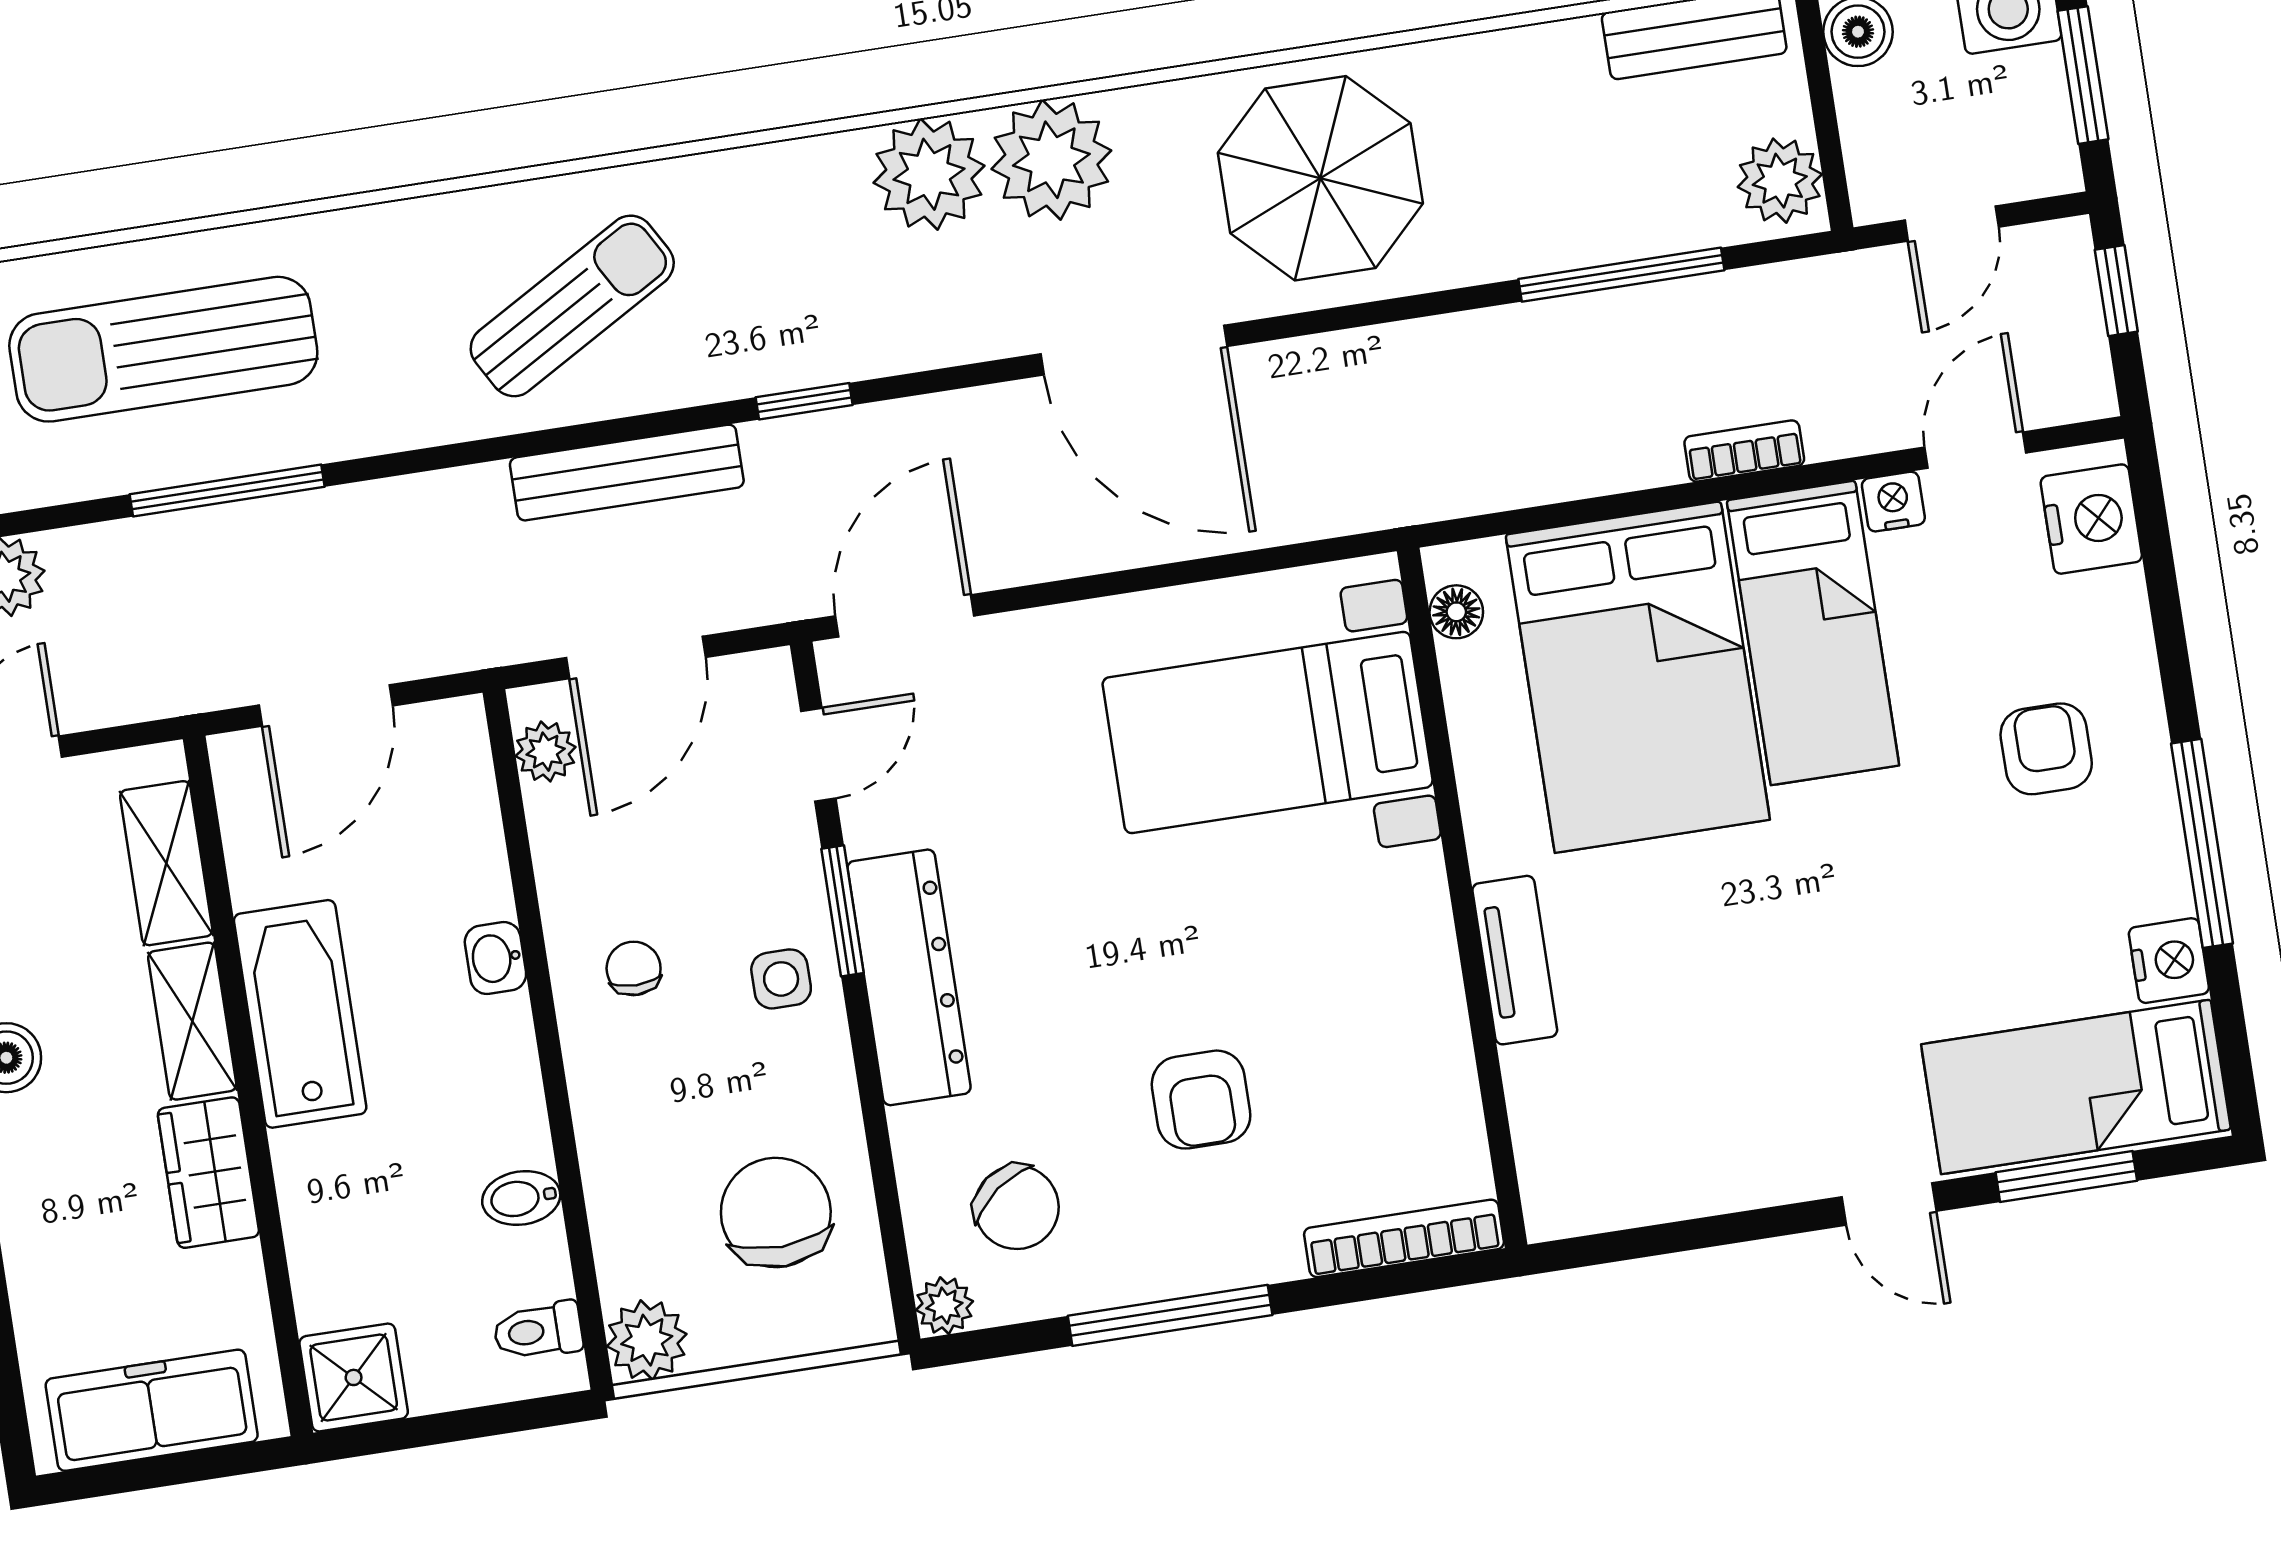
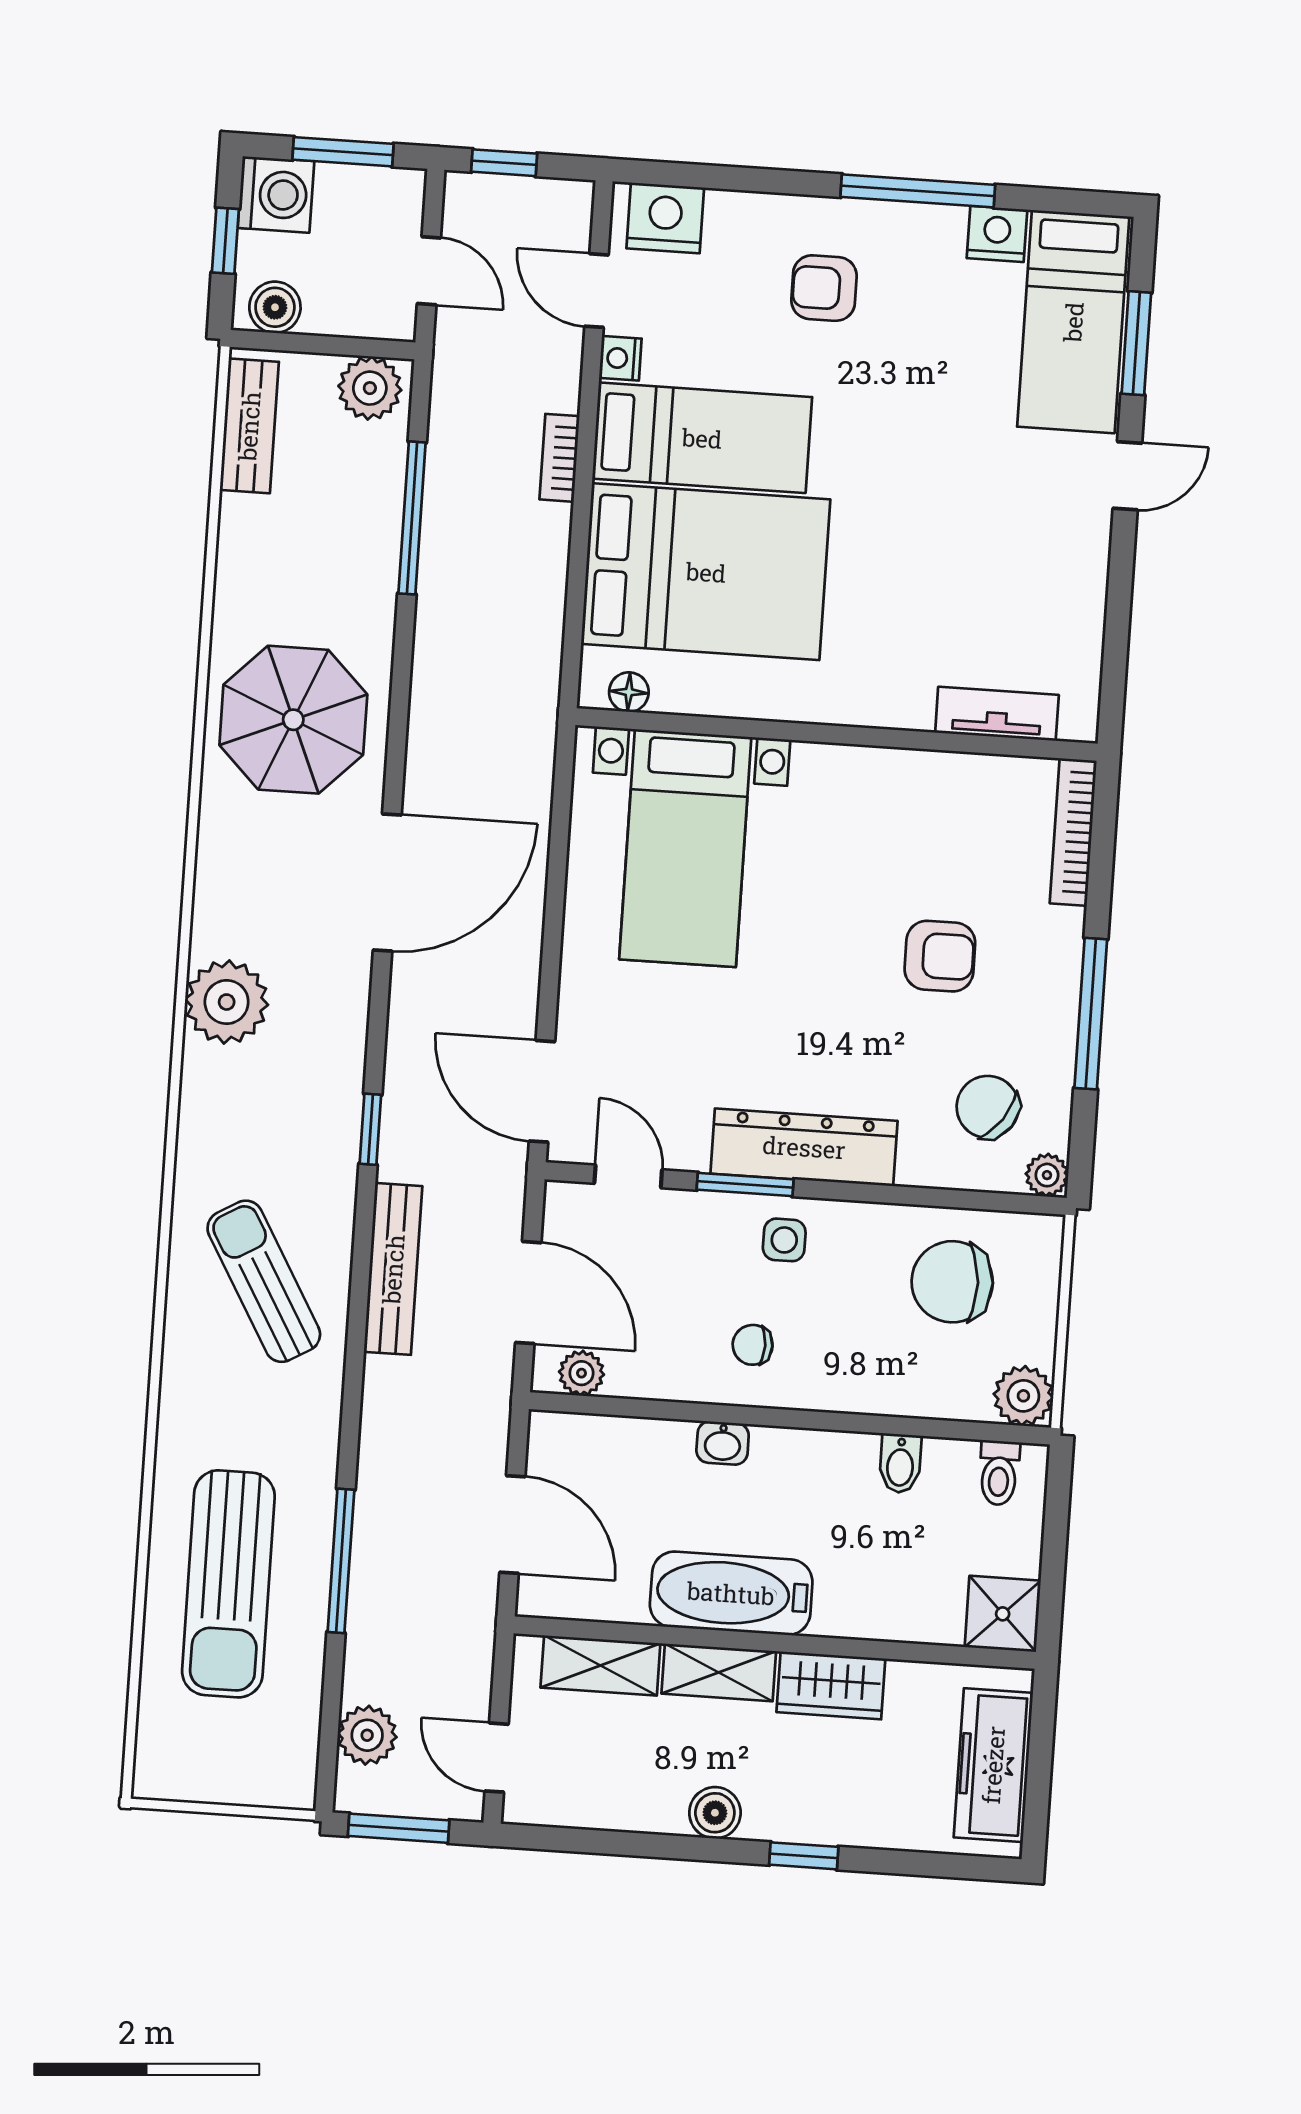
plant: (1051, 160) -> (236, 911), removed
tv unit: (1515, 960) -> (997, 714), moved
chair: (1017, 1207) -> (988, 1107), turned -108

